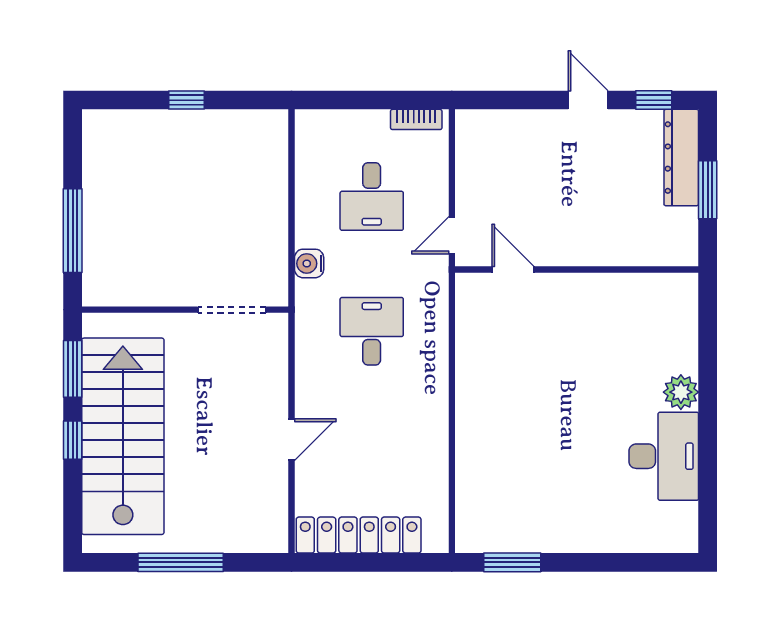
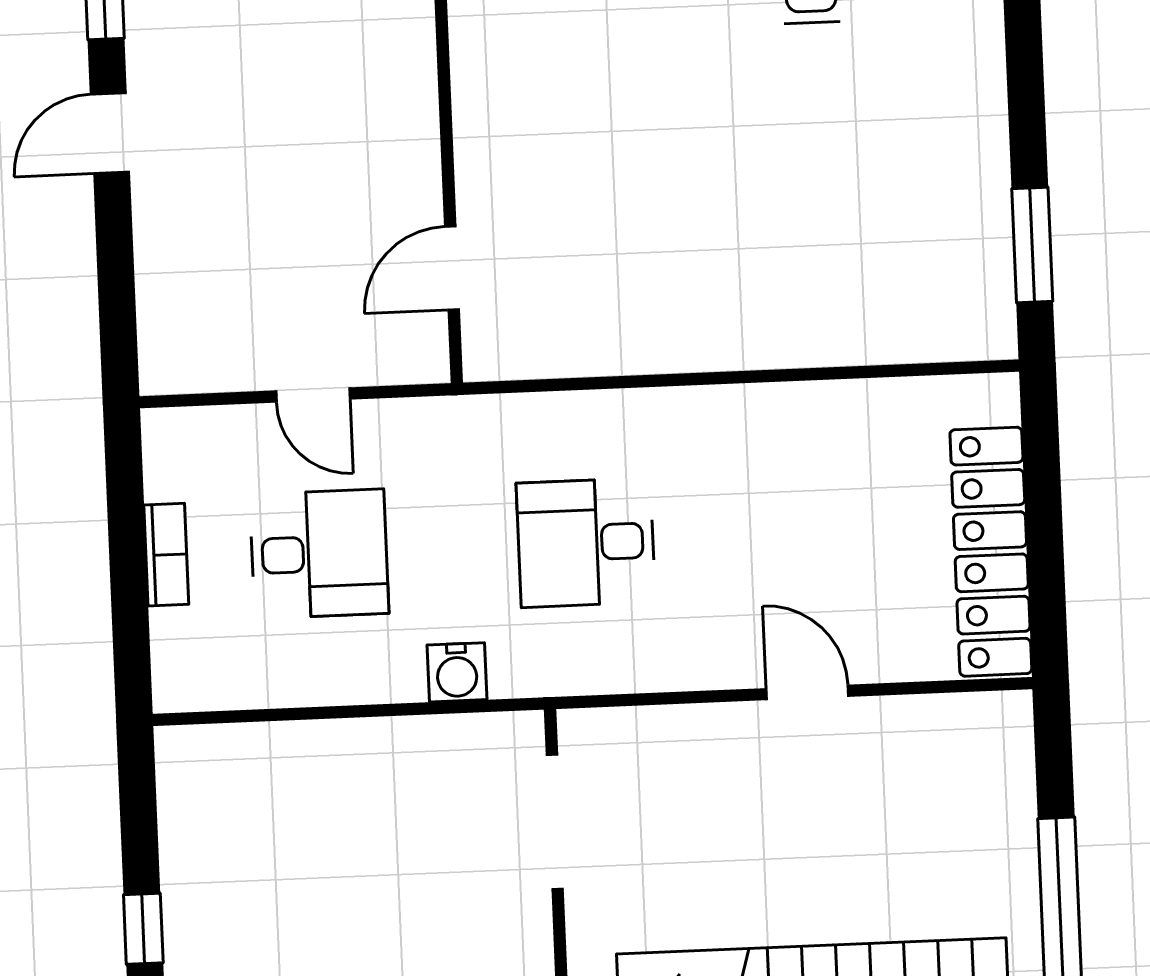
bookcase: (416, 119) -> (166, 555), moved
door: (452, 235) -> (313, 395), moved

